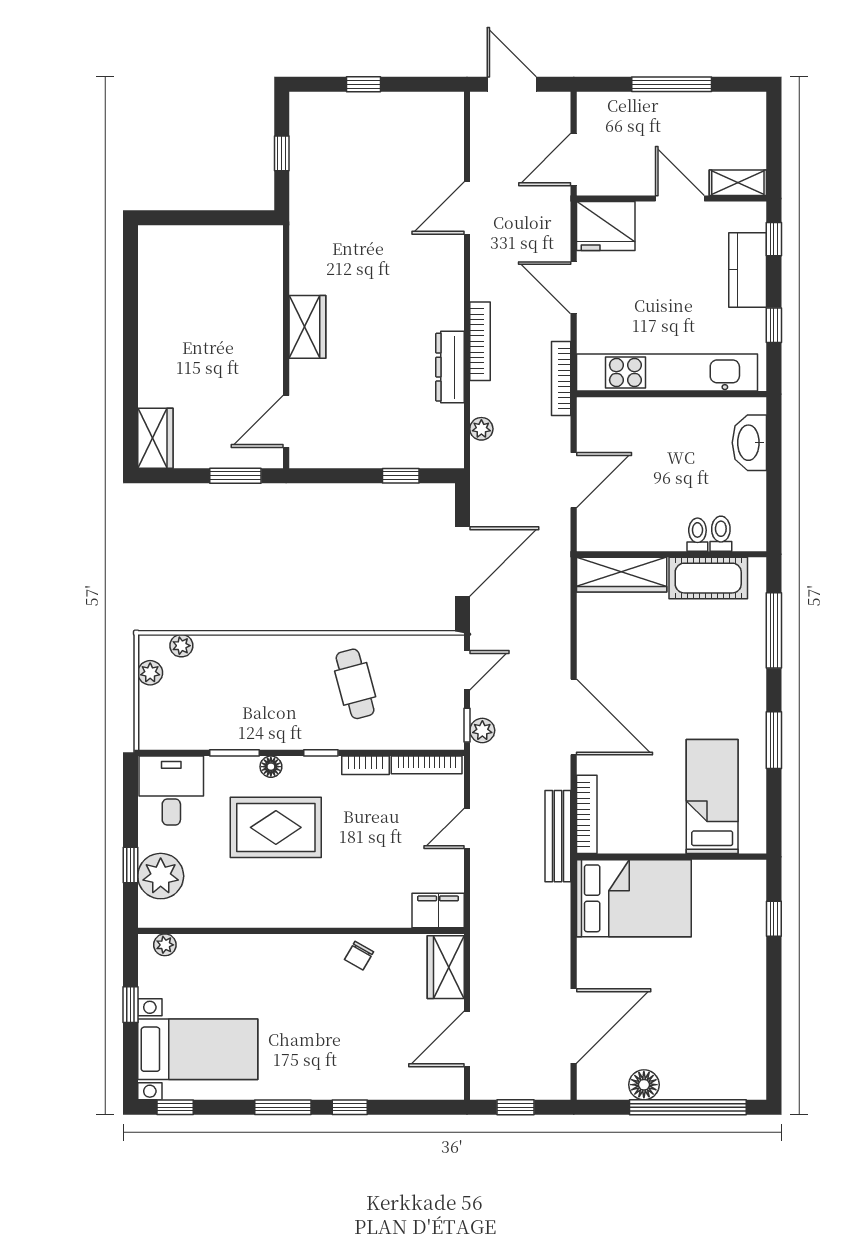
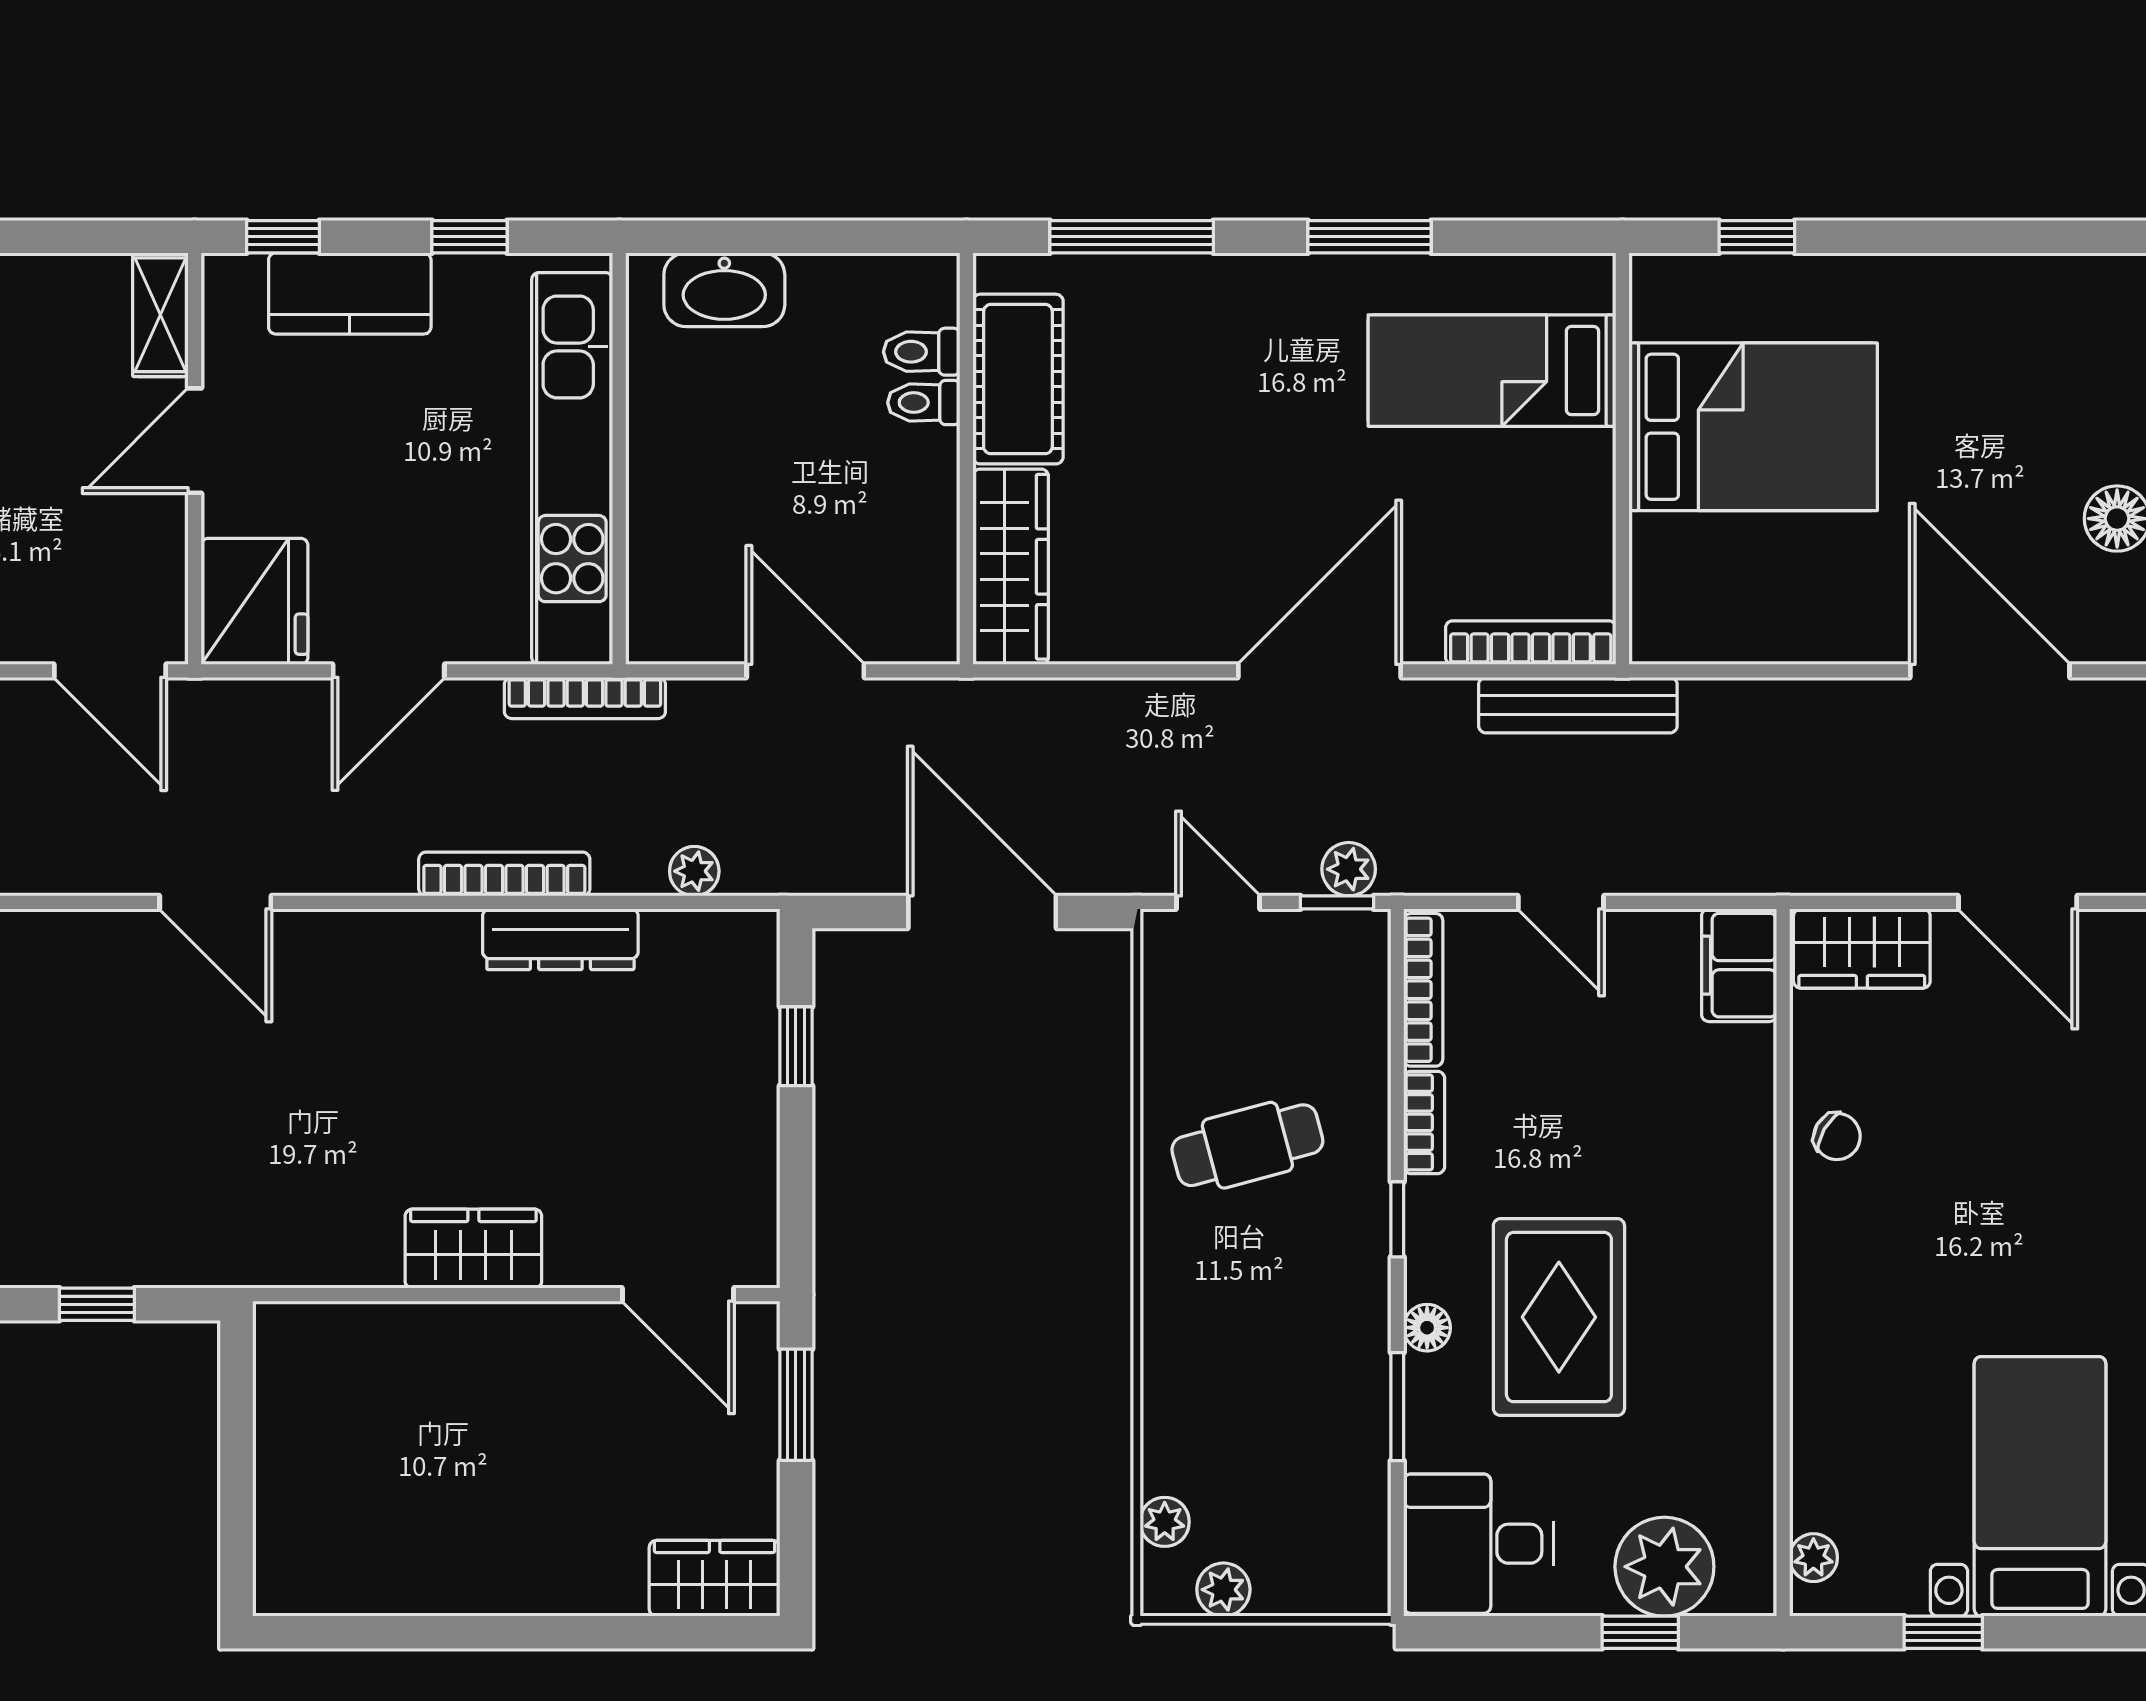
bed: (634, 898) -> (1753, 427), moved, turned 90

